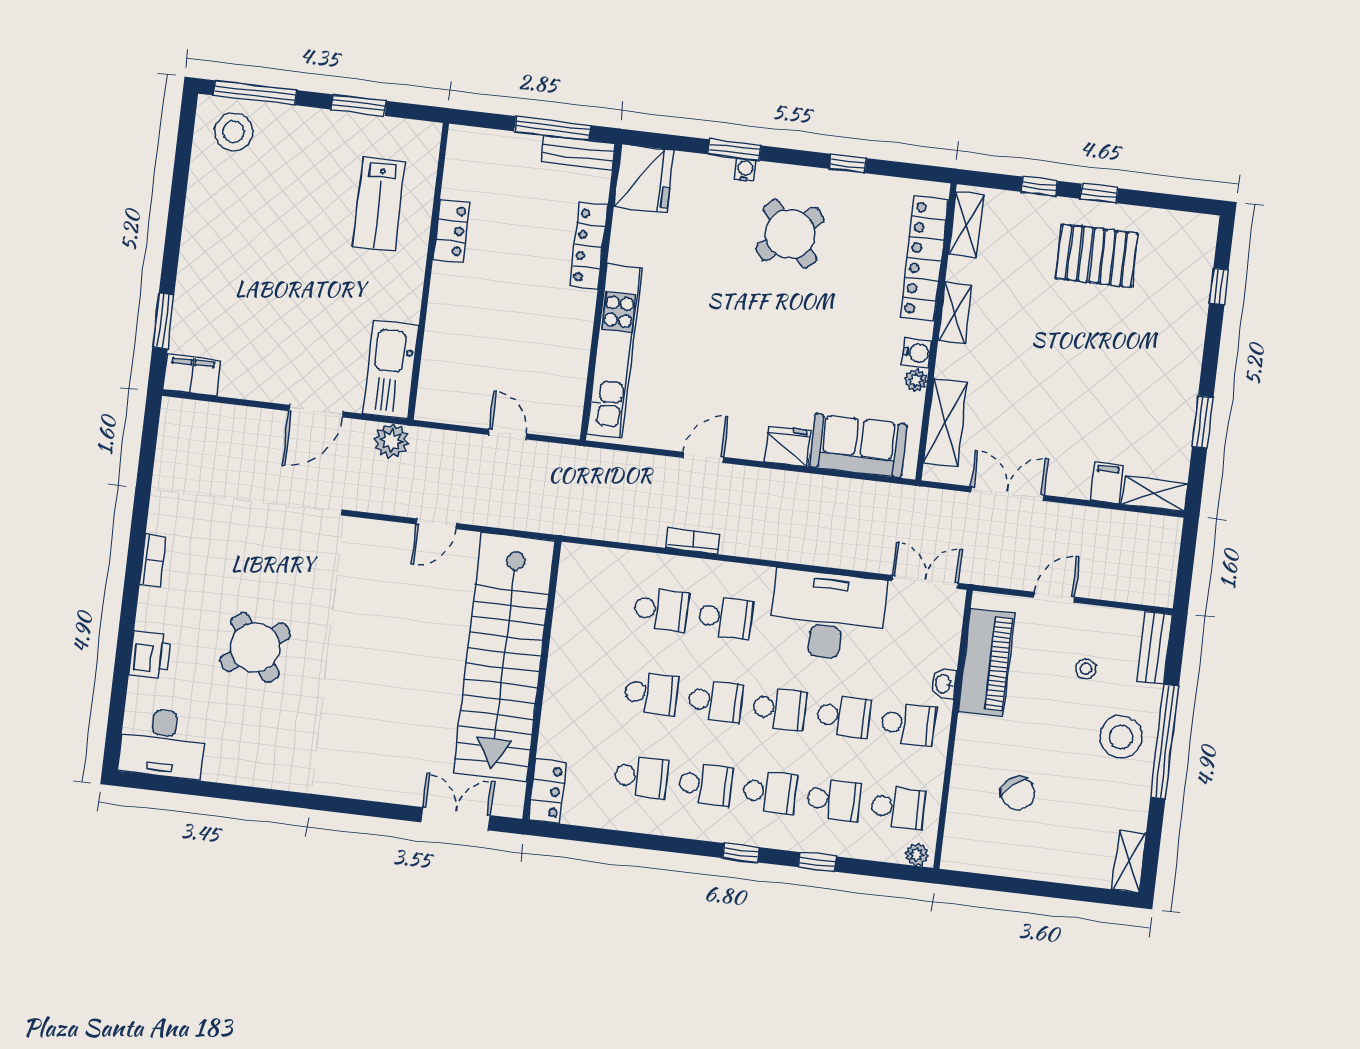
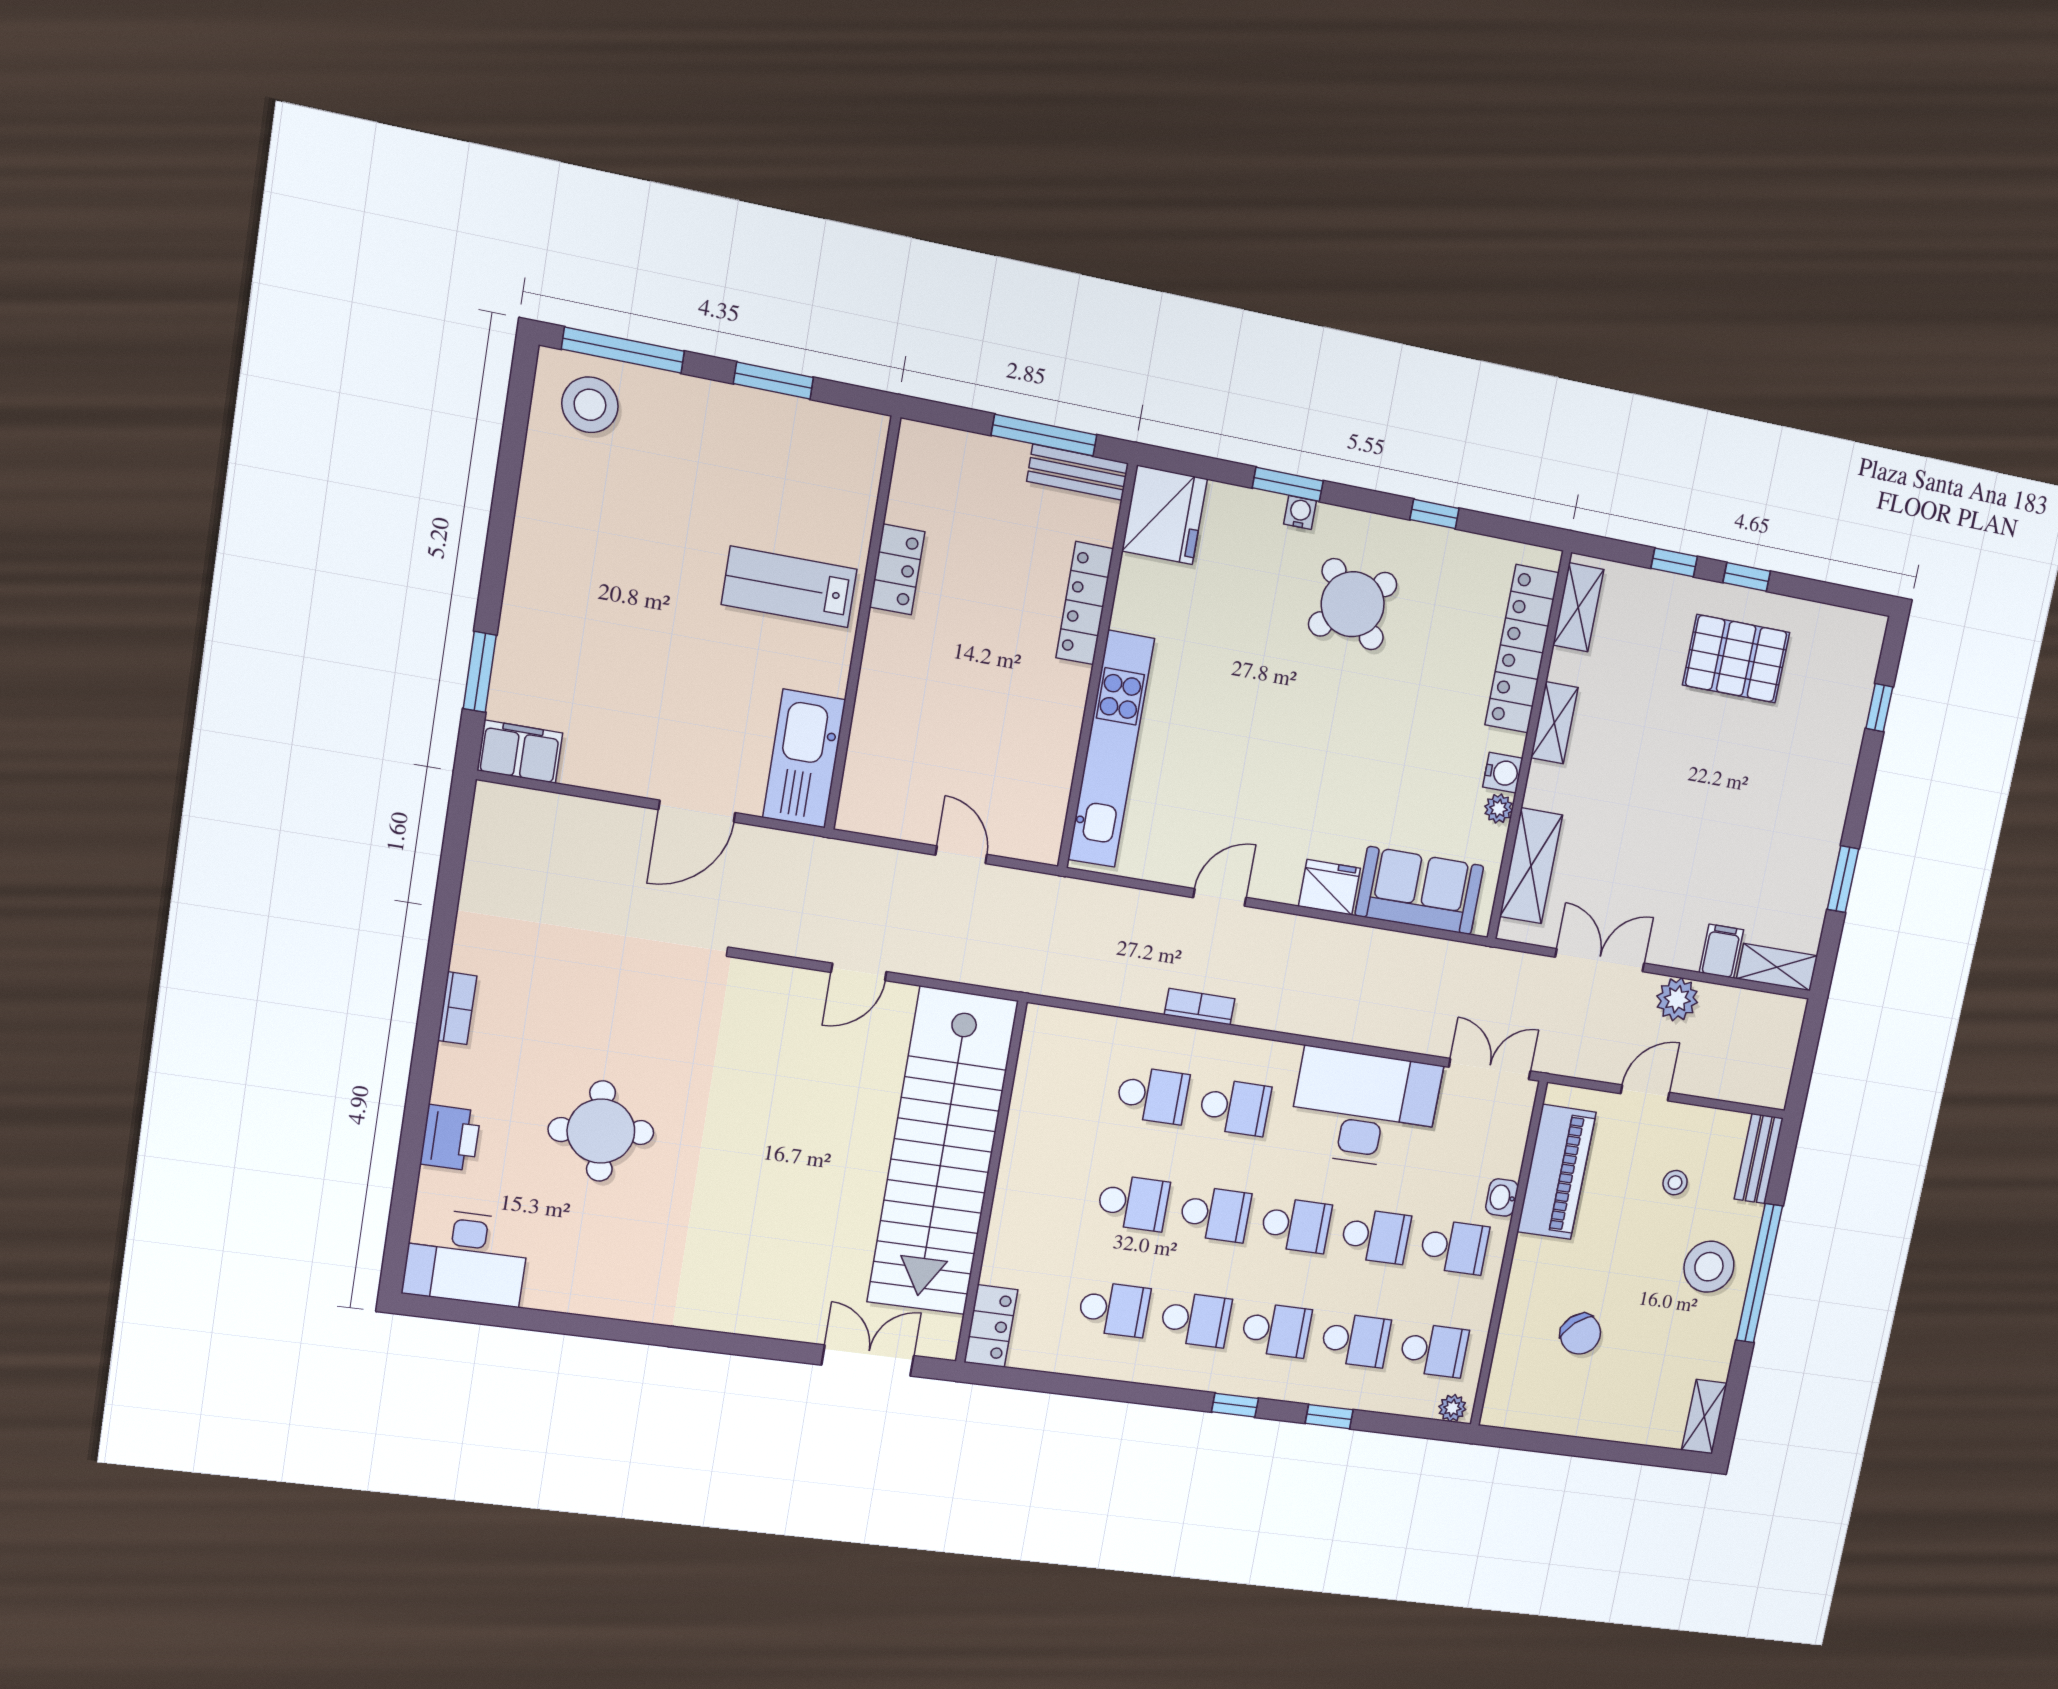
lab bench: (379, 204) -> (789, 587), moved, turned 90
plant: (391, 441) -> (1677, 999), moved
round table: (255, 647) -> (601, 1131), turned 30

